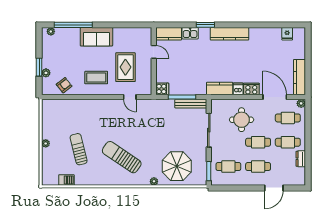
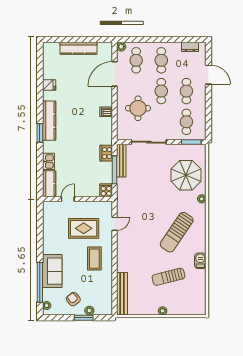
window: (205, 25) -> (40, 133), moved
fridge: (287, 34) -> (49, 85), moved
sofa: (96, 37) -> (52, 271), moved
kitchen counter: (299, 77) -> (78, 48), moved
armchair: (64, 85) -> (73, 299), moved
kitchen counter: (220, 89) -> (106, 131), removed
cooker: (251, 89) -> (106, 153), moved
bench: (62, 104) -> (122, 294), added
dresser: (301, 159) -> (190, 47), moved
barbecue: (66, 180) -> (200, 261), moved

